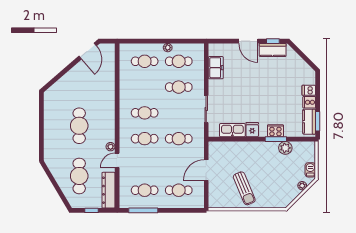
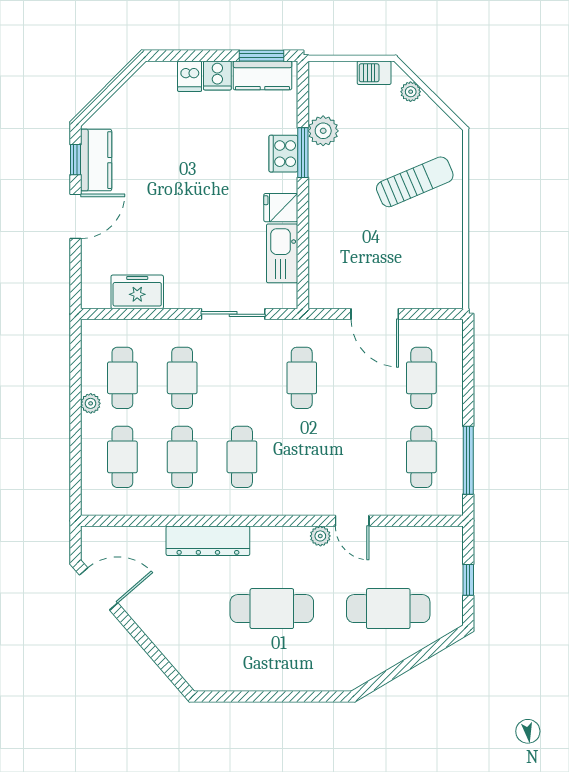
cafe table: (145, 139) -> (182, 457), moved
sun lounger: (244, 188) -> (415, 182), moved
dresser: (108, 190) -> (208, 541), moved

